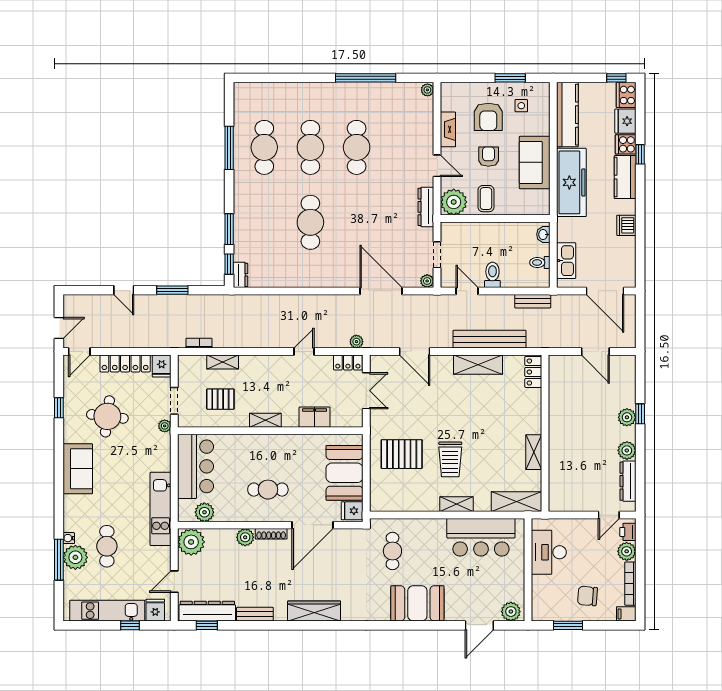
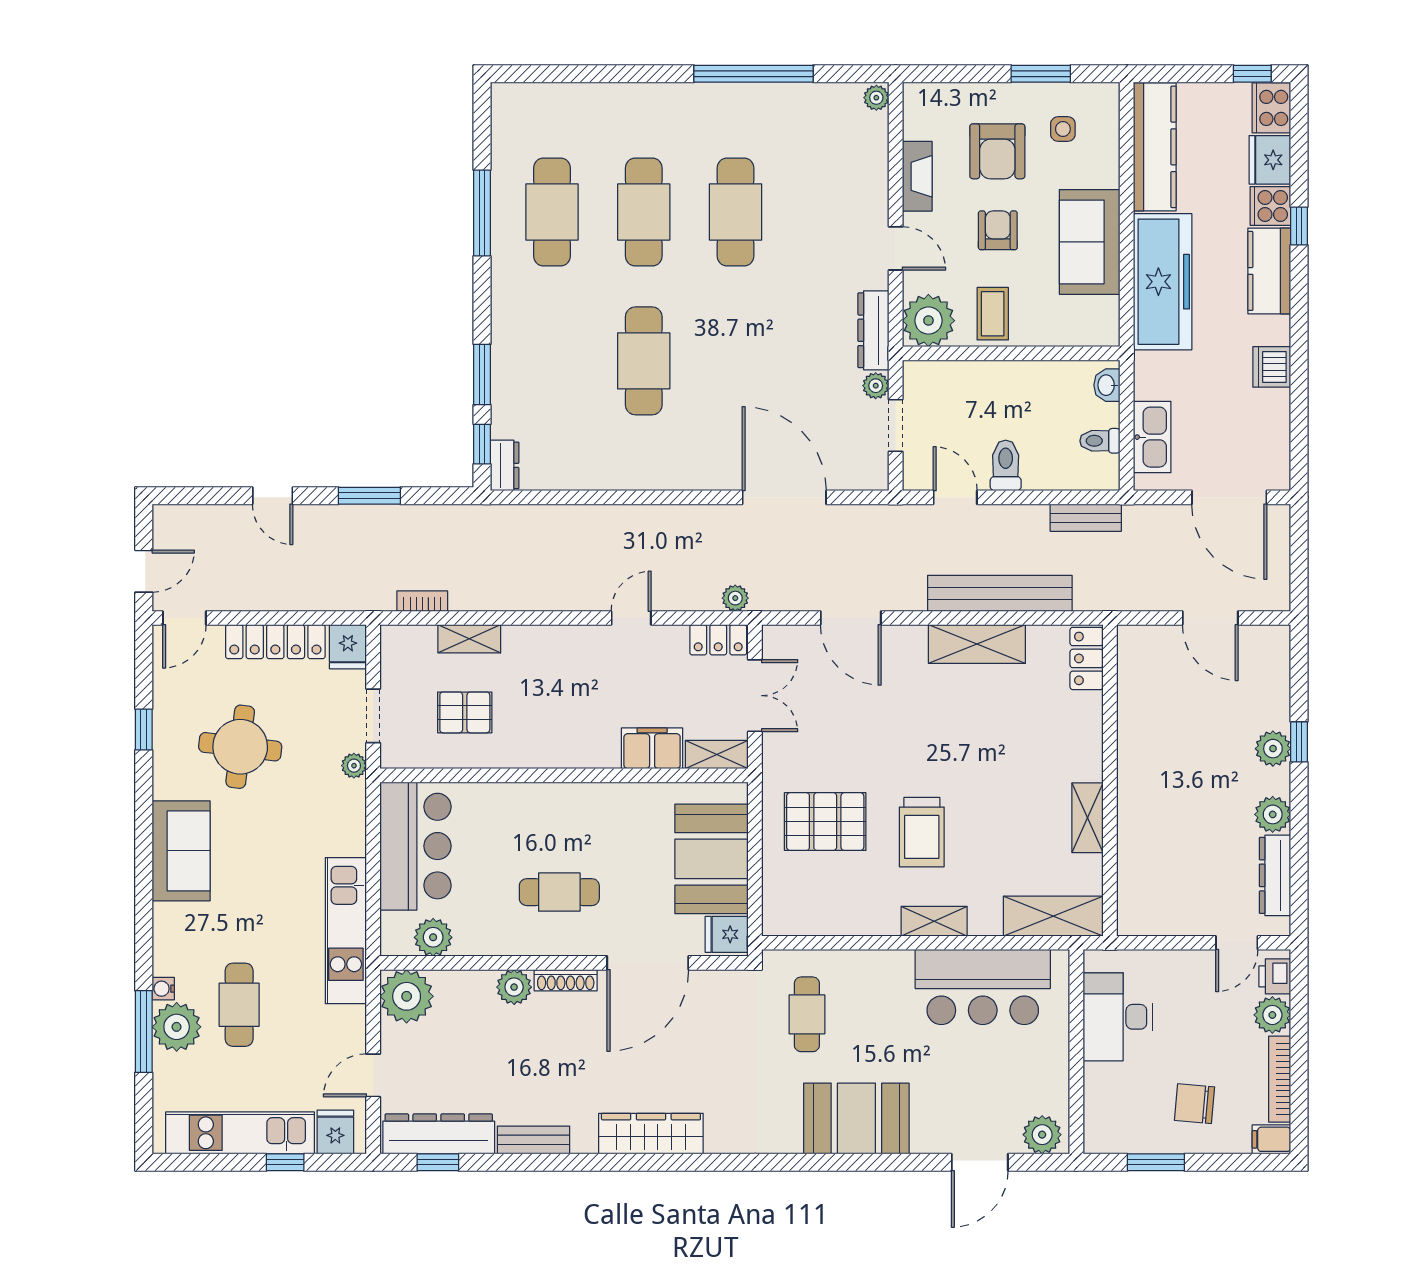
plant: (427, 281) -> (876, 386), moved
shelving: (265, 420) -> (717, 755), moved

